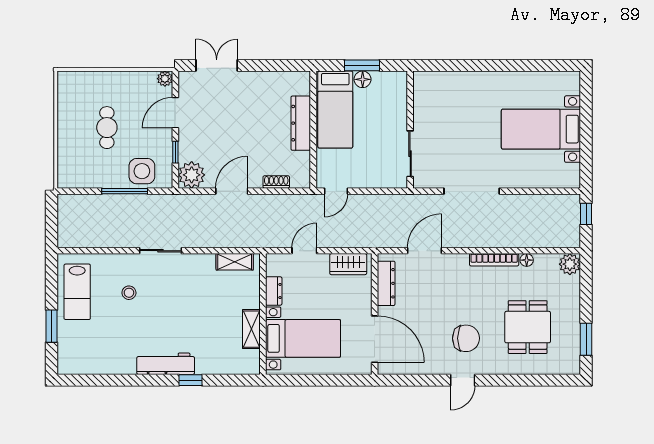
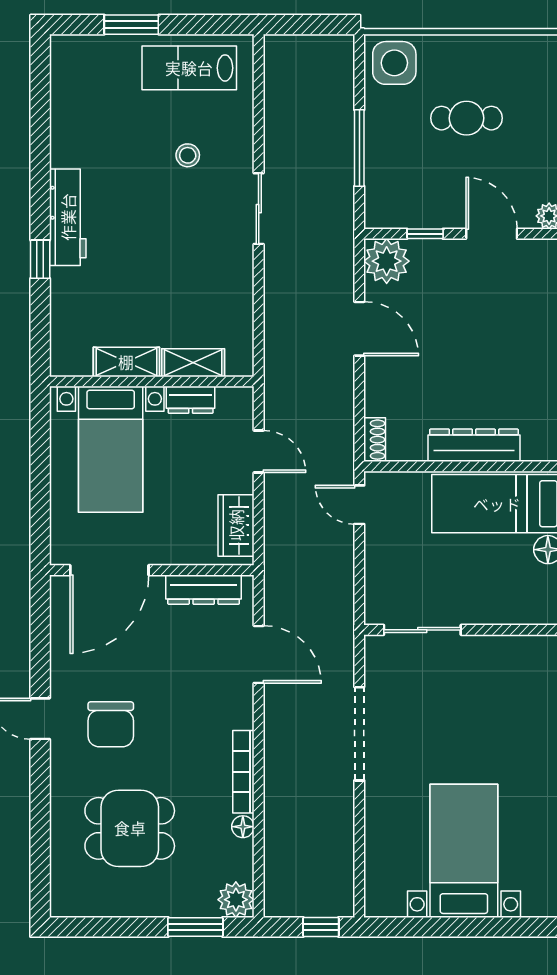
side table: (142, 171) -> (394, 63), moved
shoe rack: (276, 182) -> (375, 440), moved
shelving: (235, 262) -> (193, 363), moved, turned 90
window: (586, 339) -> (195, 927), moved

